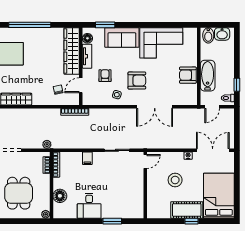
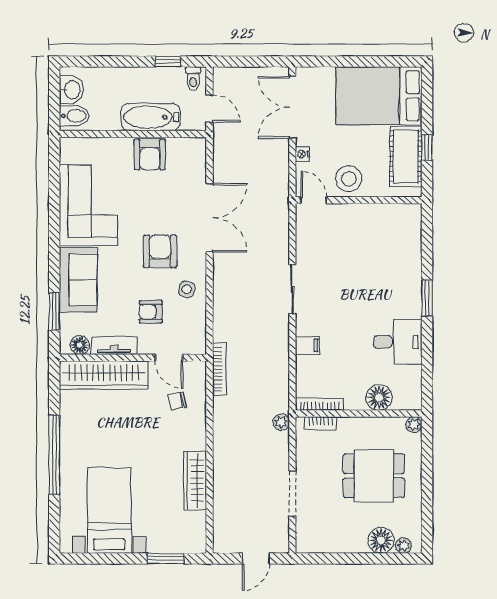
door: (145, 161) -> (314, 200), moved
wall: (145, 185) -> (359, 200), moved

